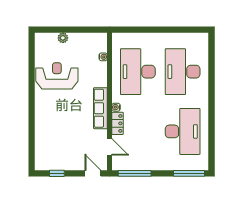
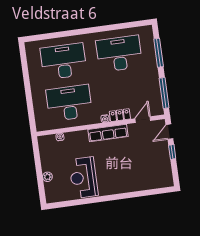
desk: (138, 72) -> (69, 103), turned 180
desk: (183, 72) -> (64, 61), turned 180
window: (57, 173) -> (172, 152), moved
window: (189, 173) -> (159, 53), moved

